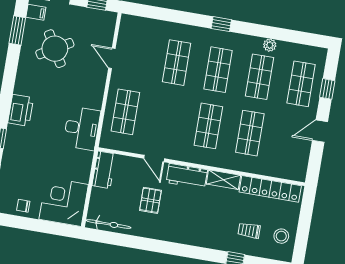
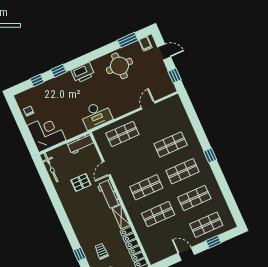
plant: (270, 45) -> (217, 192), removed
round table: (55, 49) -> (119, 66), moved, turned 30

